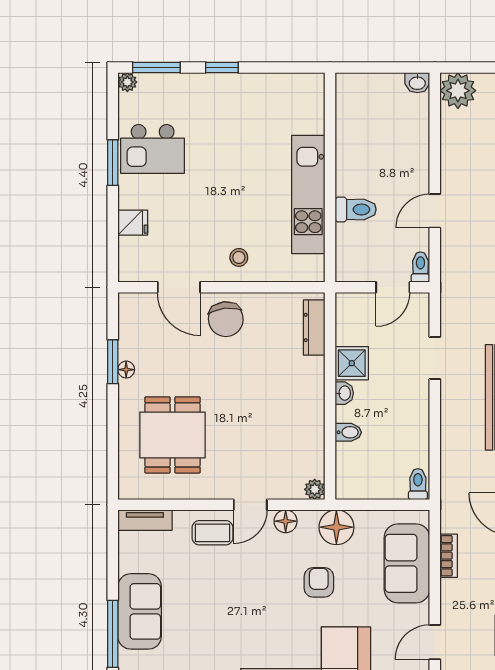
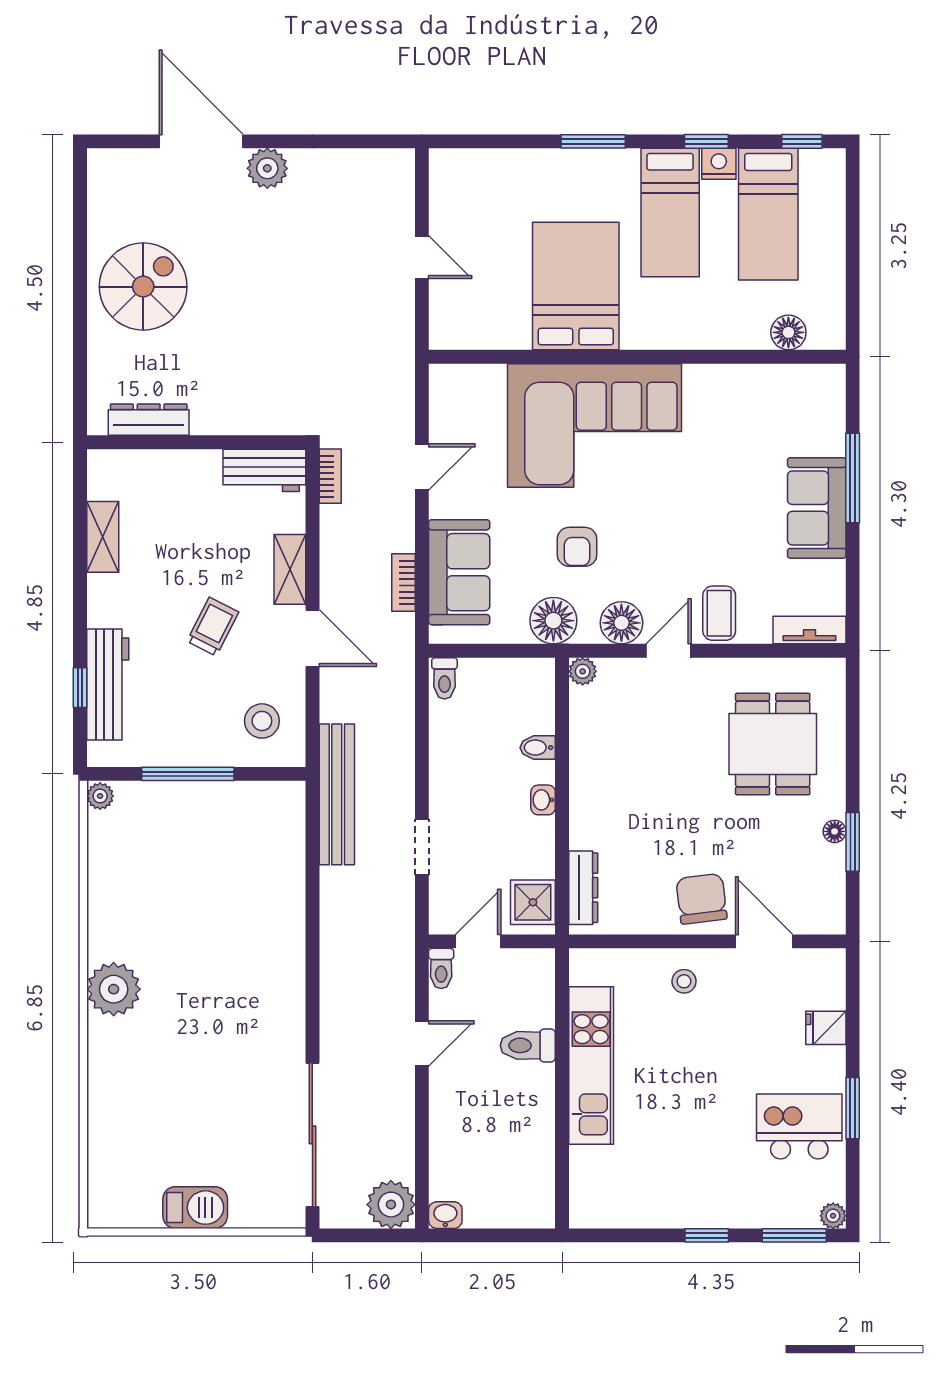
shower: (352, 363) -> (533, 902), moved
floor lamp: (286, 521) -> (621, 623), width x1.38, depth x1.38
coffee table: (213, 533) -> (719, 613), turned 90

